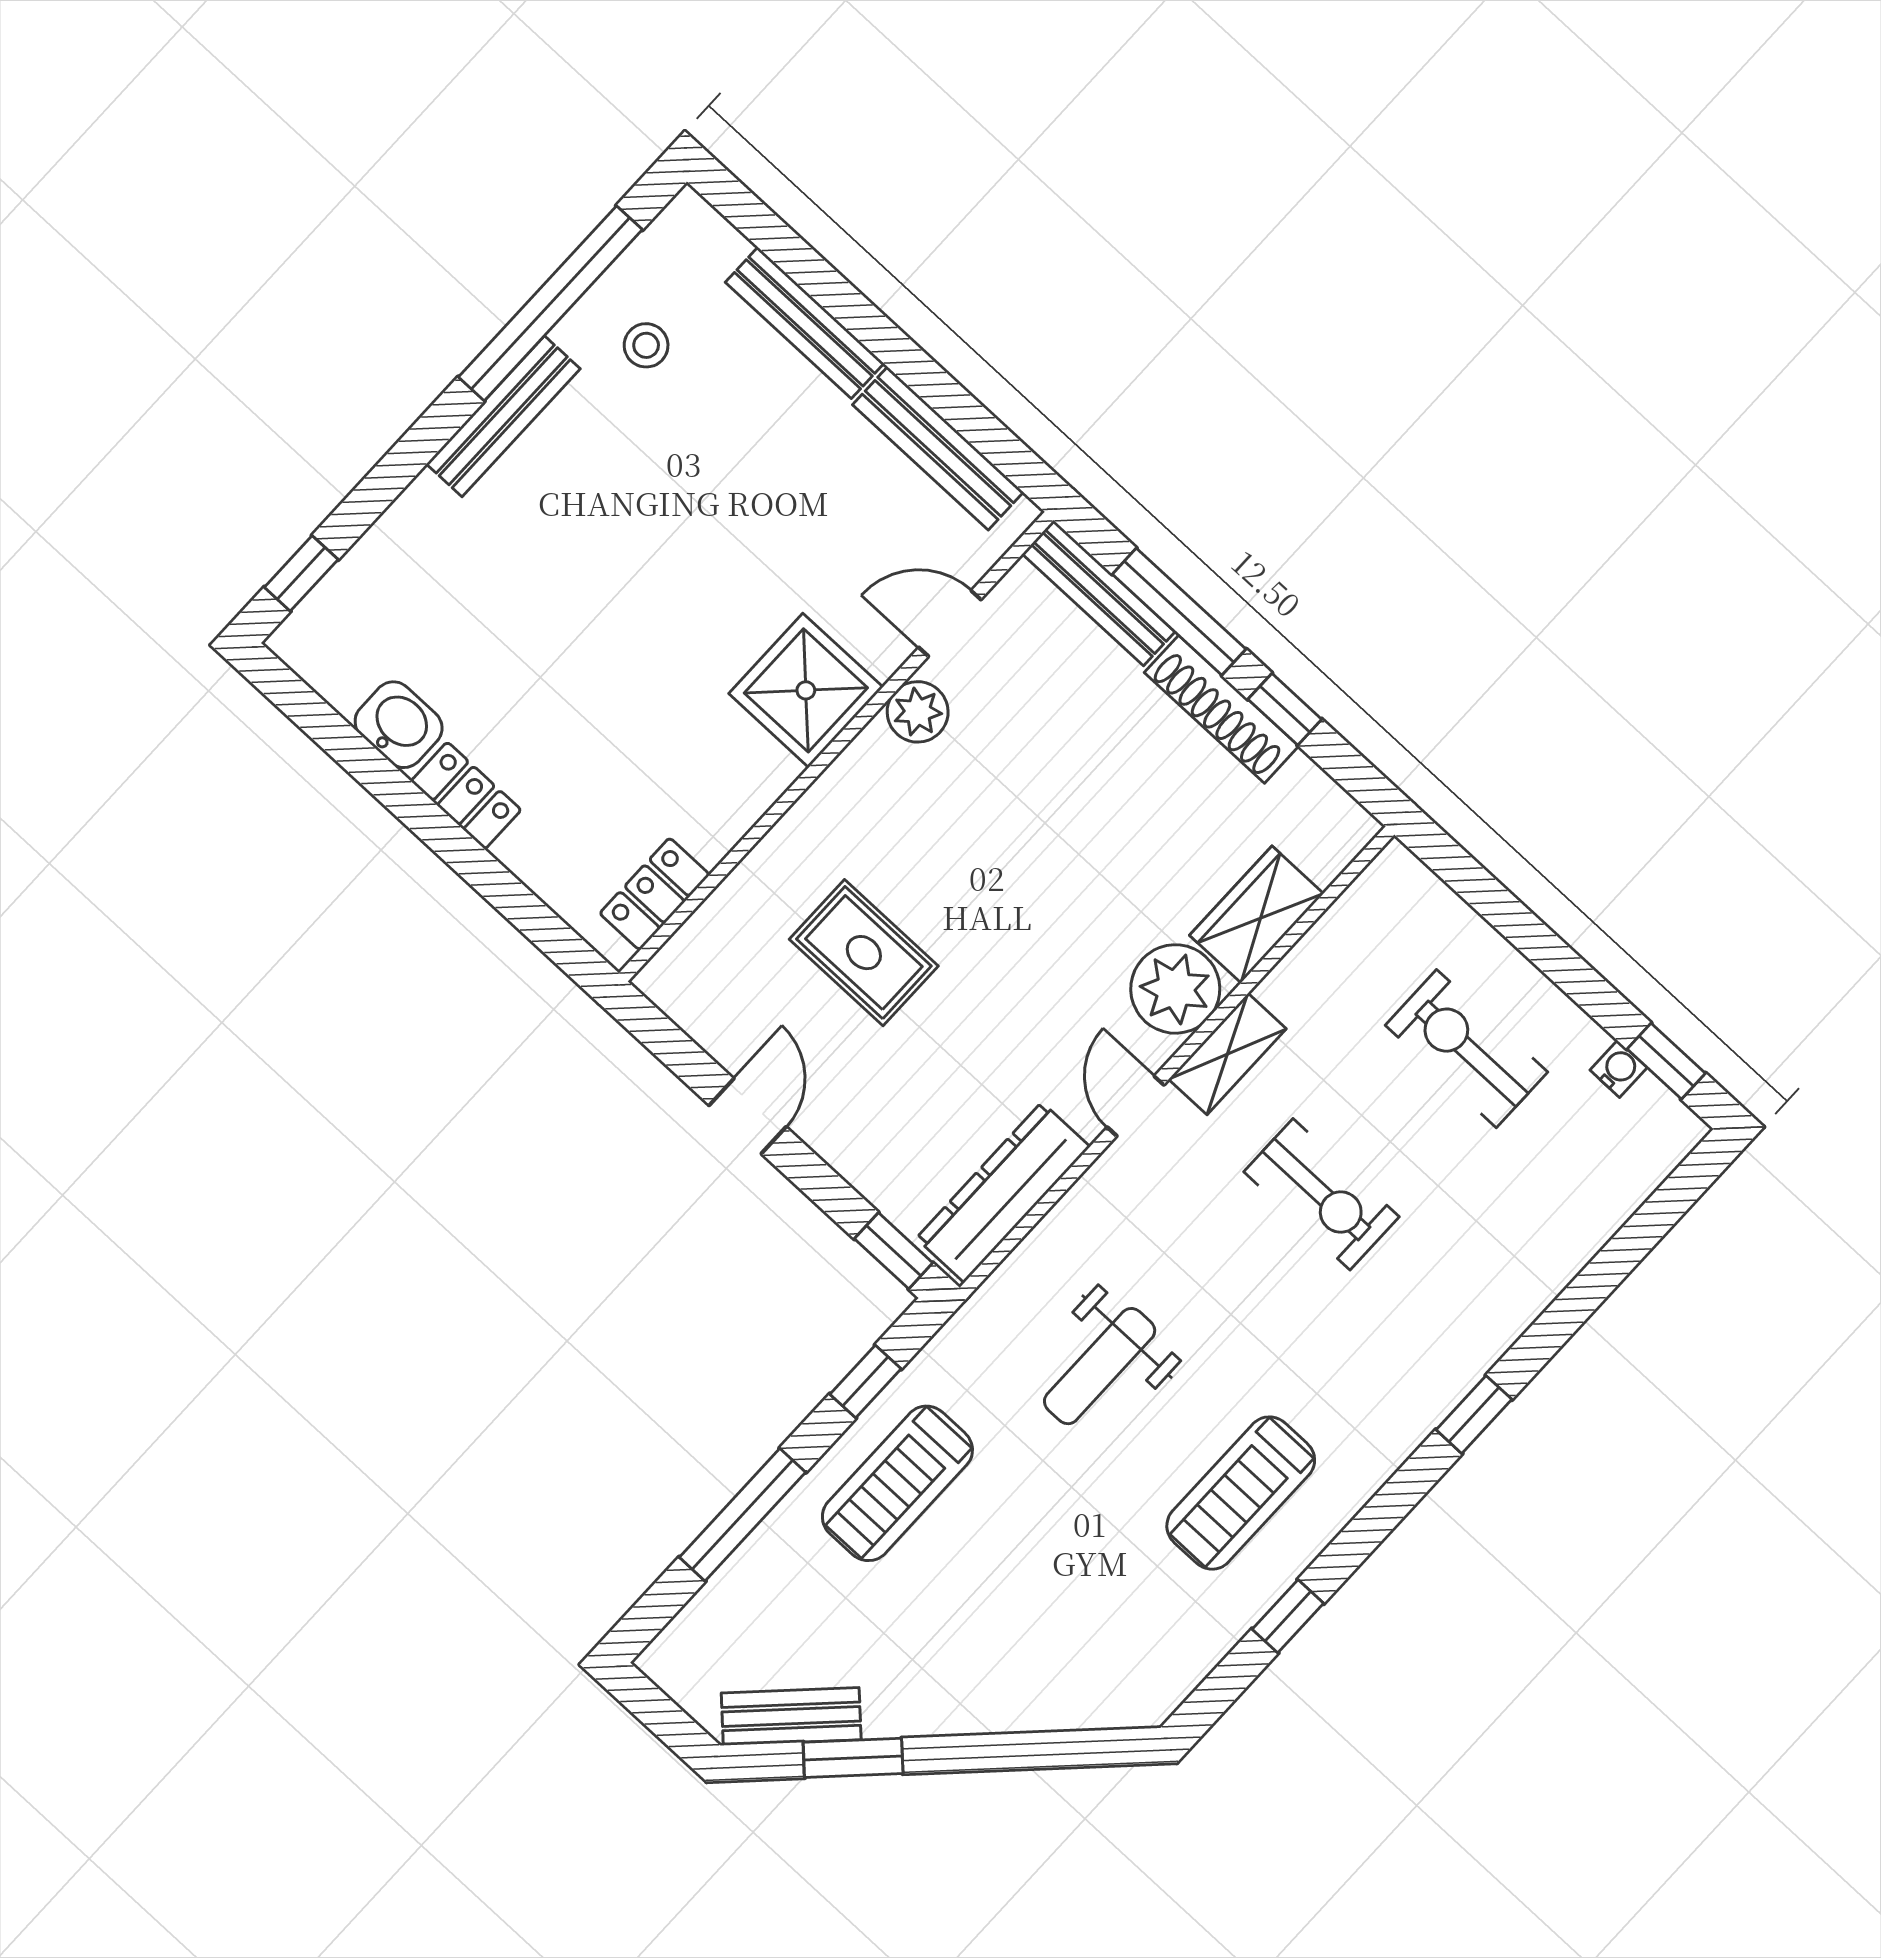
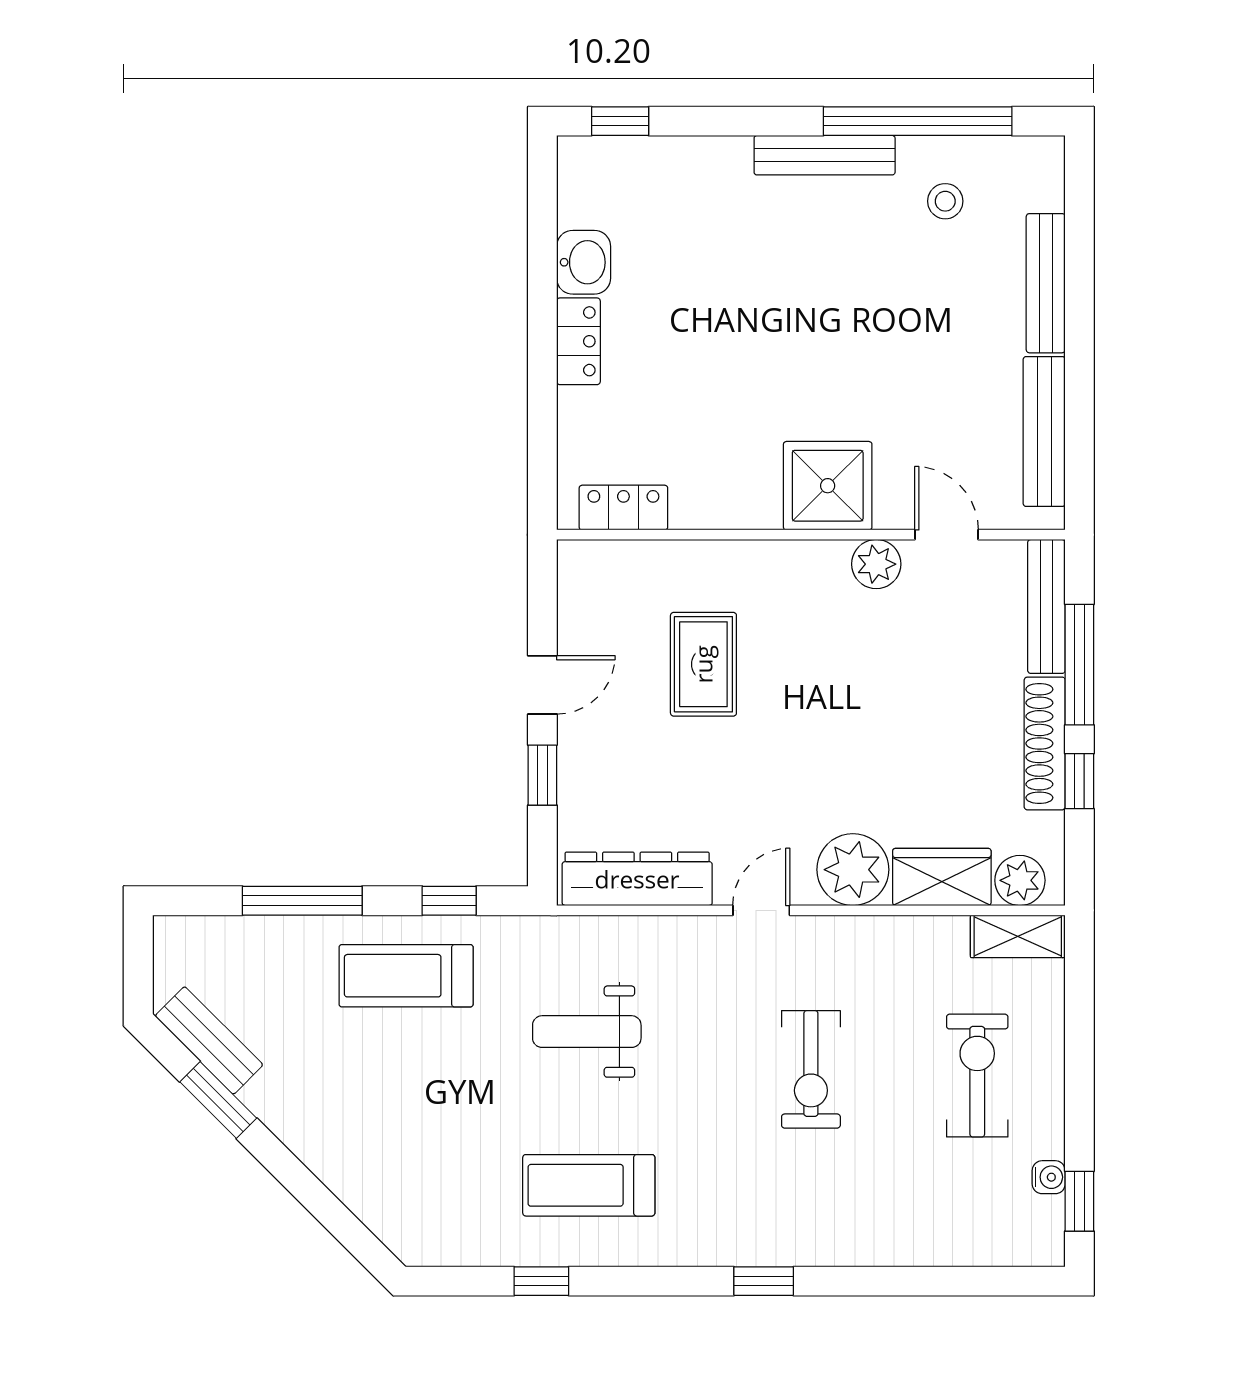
plant: (1325, 846) -> (1020, 880), added
shelving: (1227, 1054) -> (1018, 936), moved
window: (894, 1251) -> (542, 775), moved

